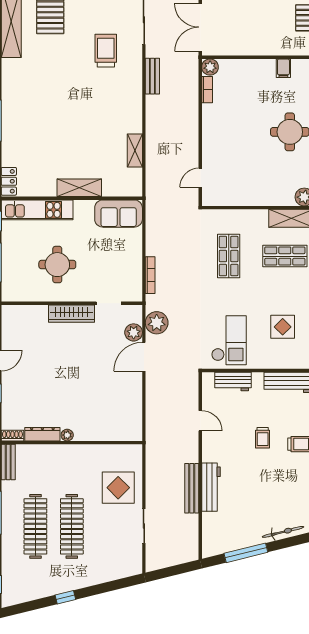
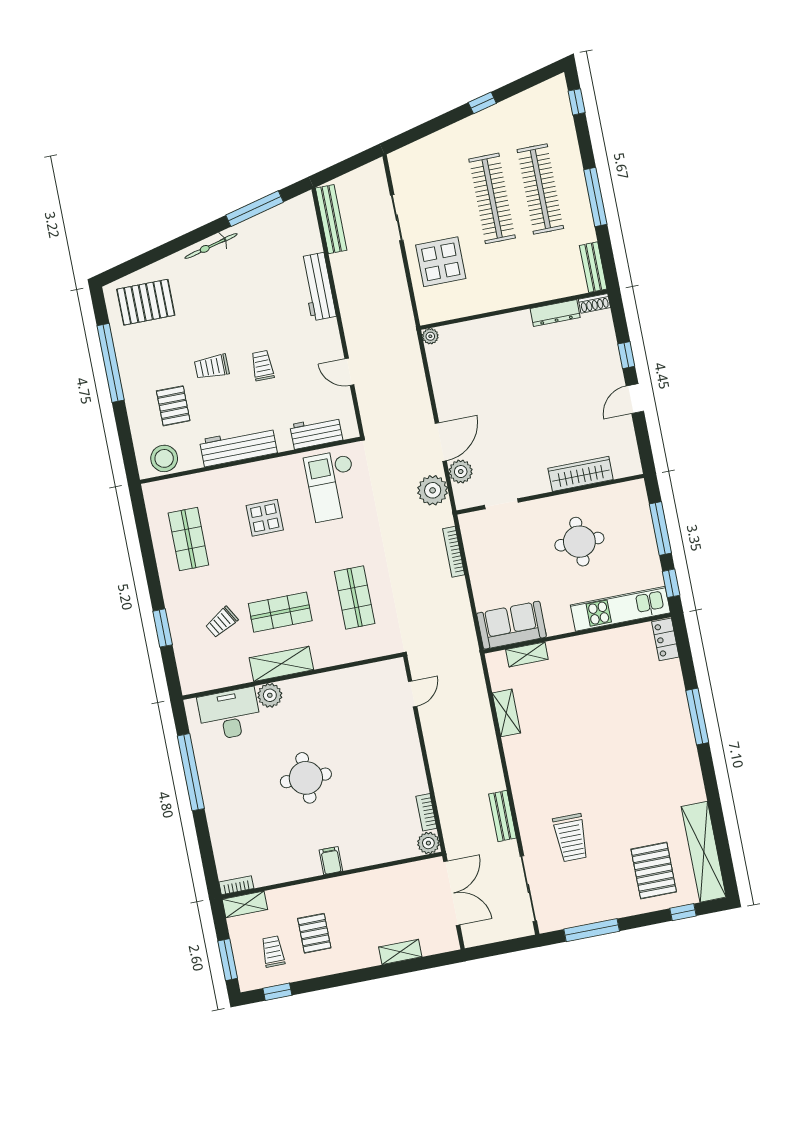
shelving: (79, 188) -> (527, 654), moved, width x0.67, depth x0.75
wardrobe: (72, 314) -> (581, 474), moved
plant: (67, 435) -> (430, 336), moved
bench: (192, 488) -> (331, 219), moved

